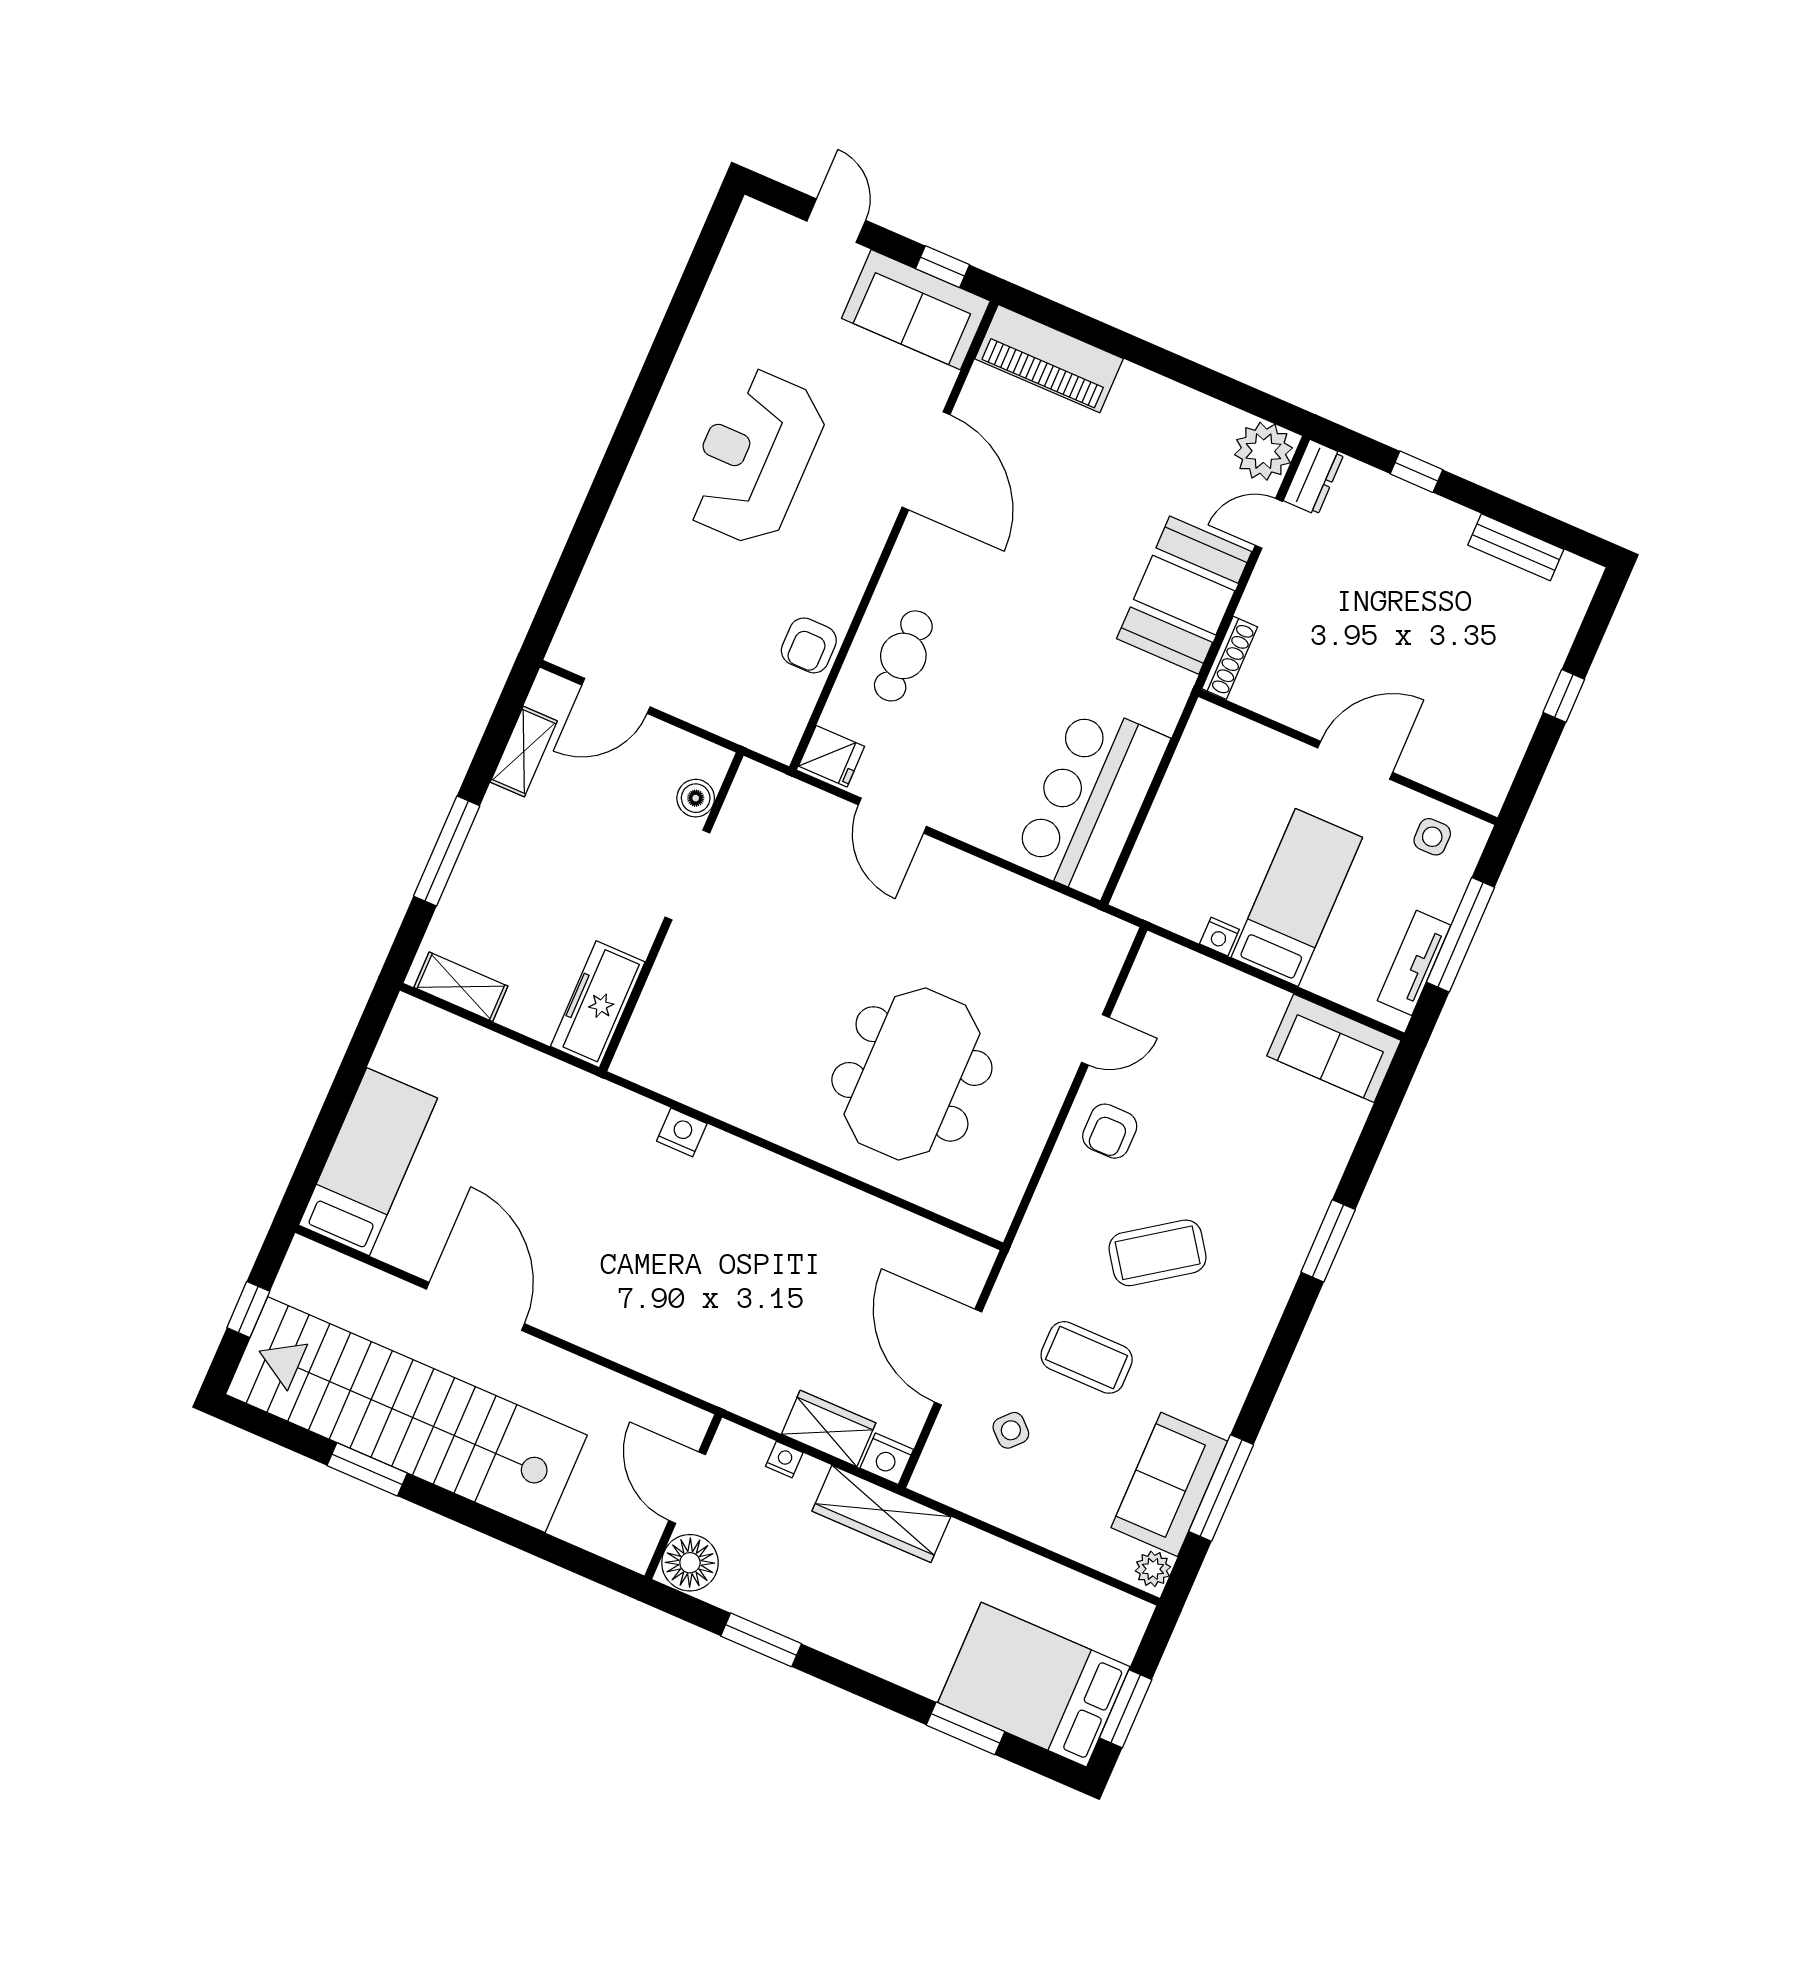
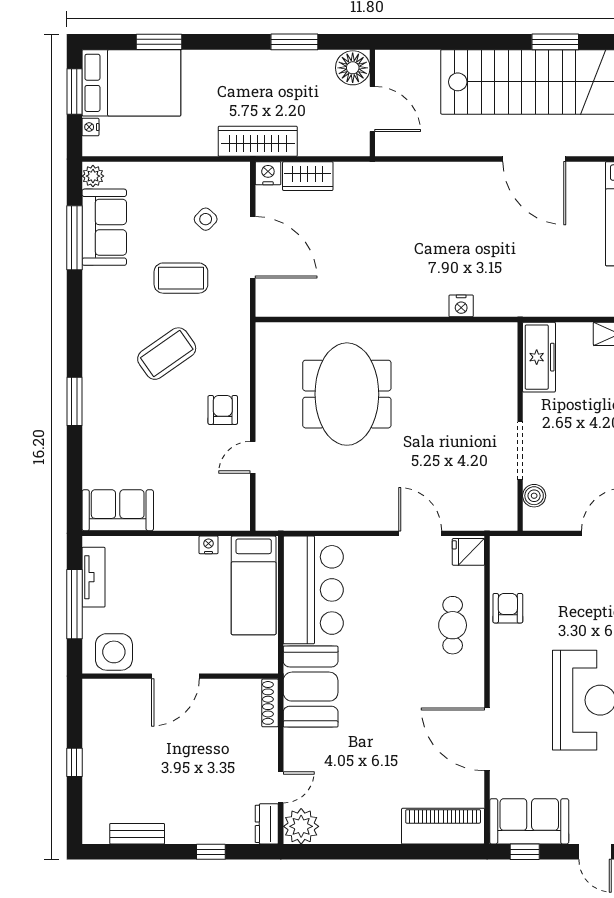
booth: (1184, 595) -> (311, 687), moved
side table: (1432, 837) -> (114, 652), width x1.87, depth x1.87
bed: (1297, 897) -> (254, 585), moved
nightstand: (784, 1460) -> (90, 127), moved, turned 90

